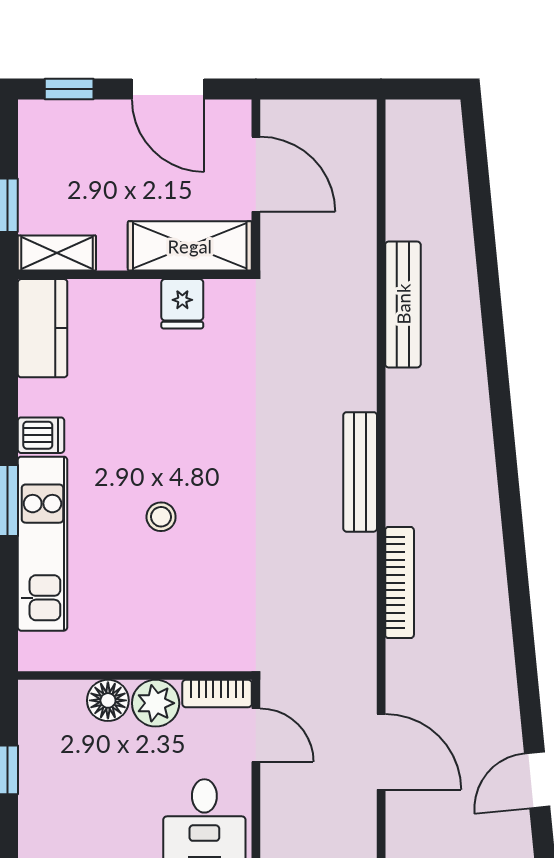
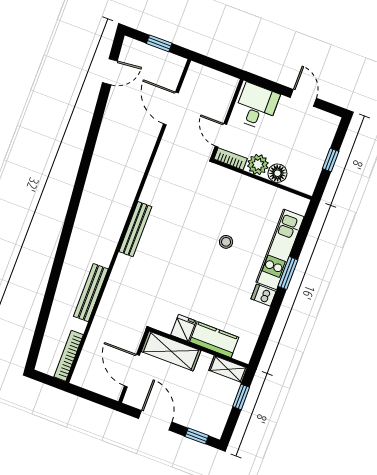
kitchen counter: (43, 328) -> (214, 340), moved, turned 90
bookcase: (400, 583) -> (69, 356), moved

